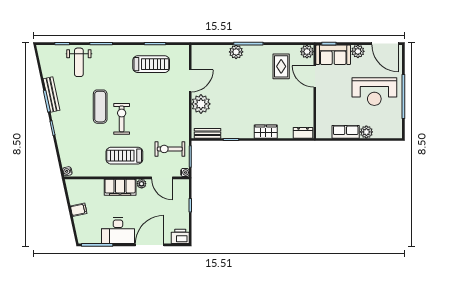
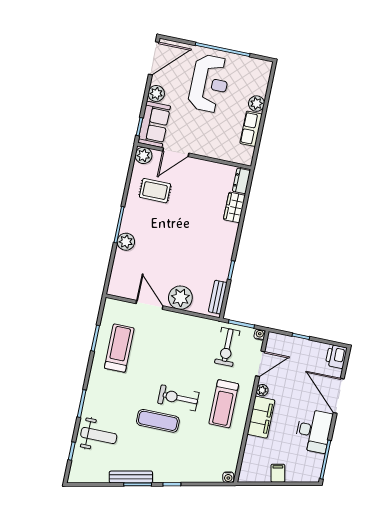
wardrobe: (266, 132) -> (234, 207), moved

